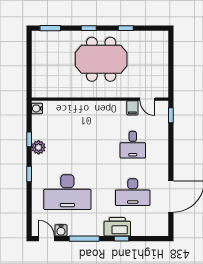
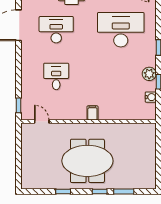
window: (50, 28) -> (124, 192), moved
water cooler: (37, 108) -> (151, 97), moved
filing cabinet: (132, 108) -> (92, 113), moved

